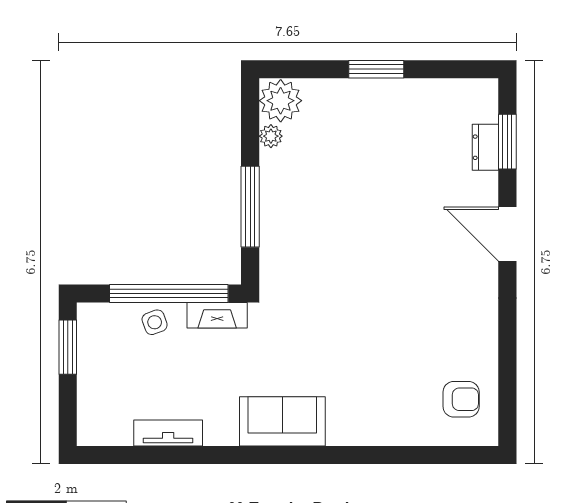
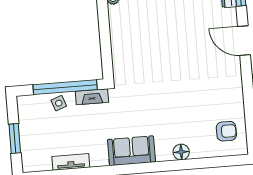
window: (250, 207) -> (105, 37), removed
window: (68, 347) -> (15, 138), moved
floor lamp: (374, 431) -> (181, 152), added

